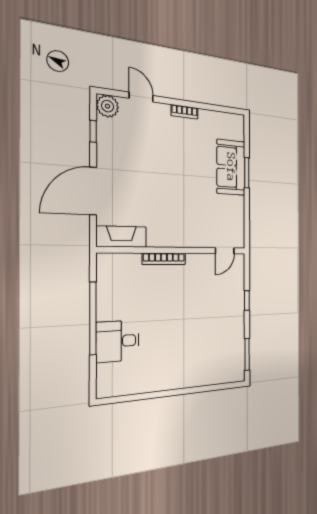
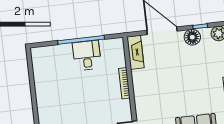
floor lamp: (109, 147) -> (192, 37), added
desk: (118, 341) -> (87, 55), moved

